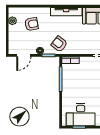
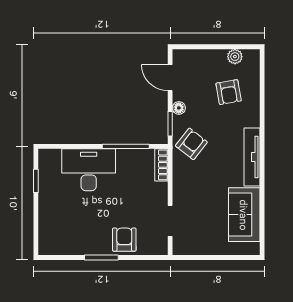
desk: (81, 115) -> (89, 170), moved, turned 90

